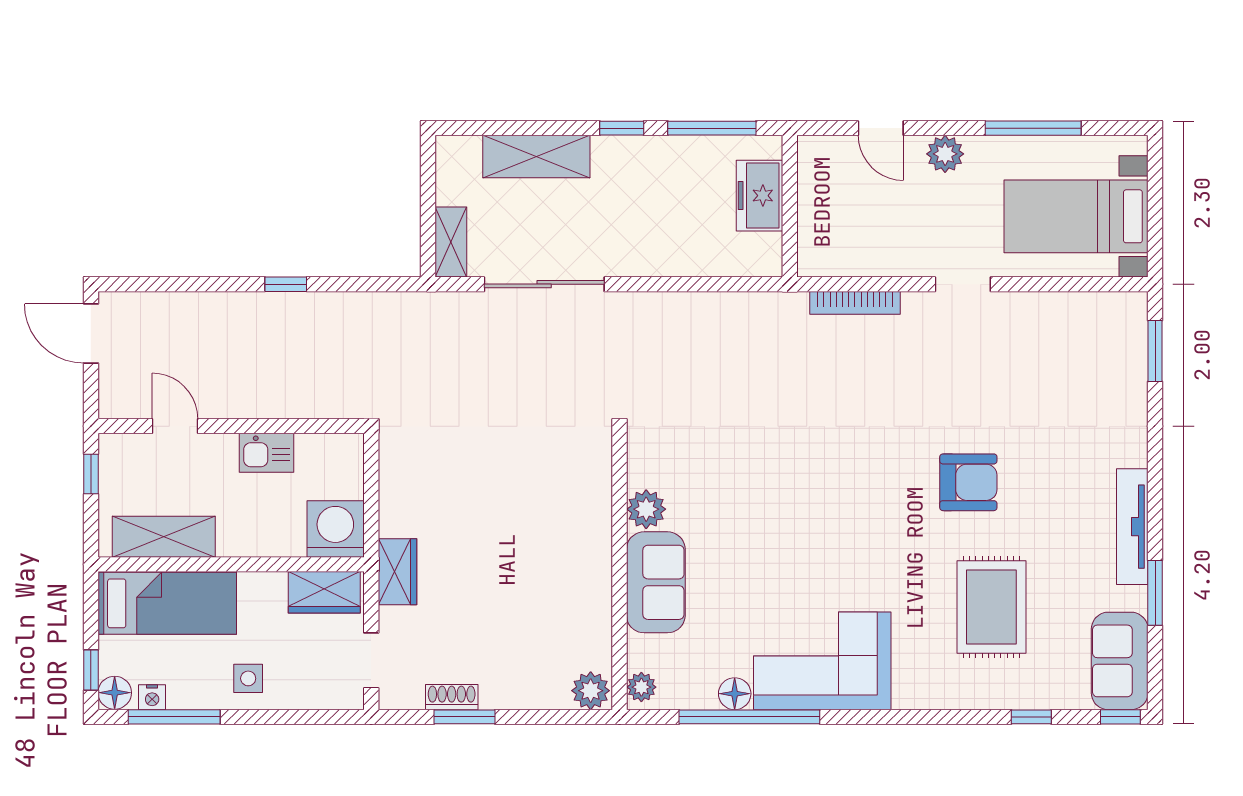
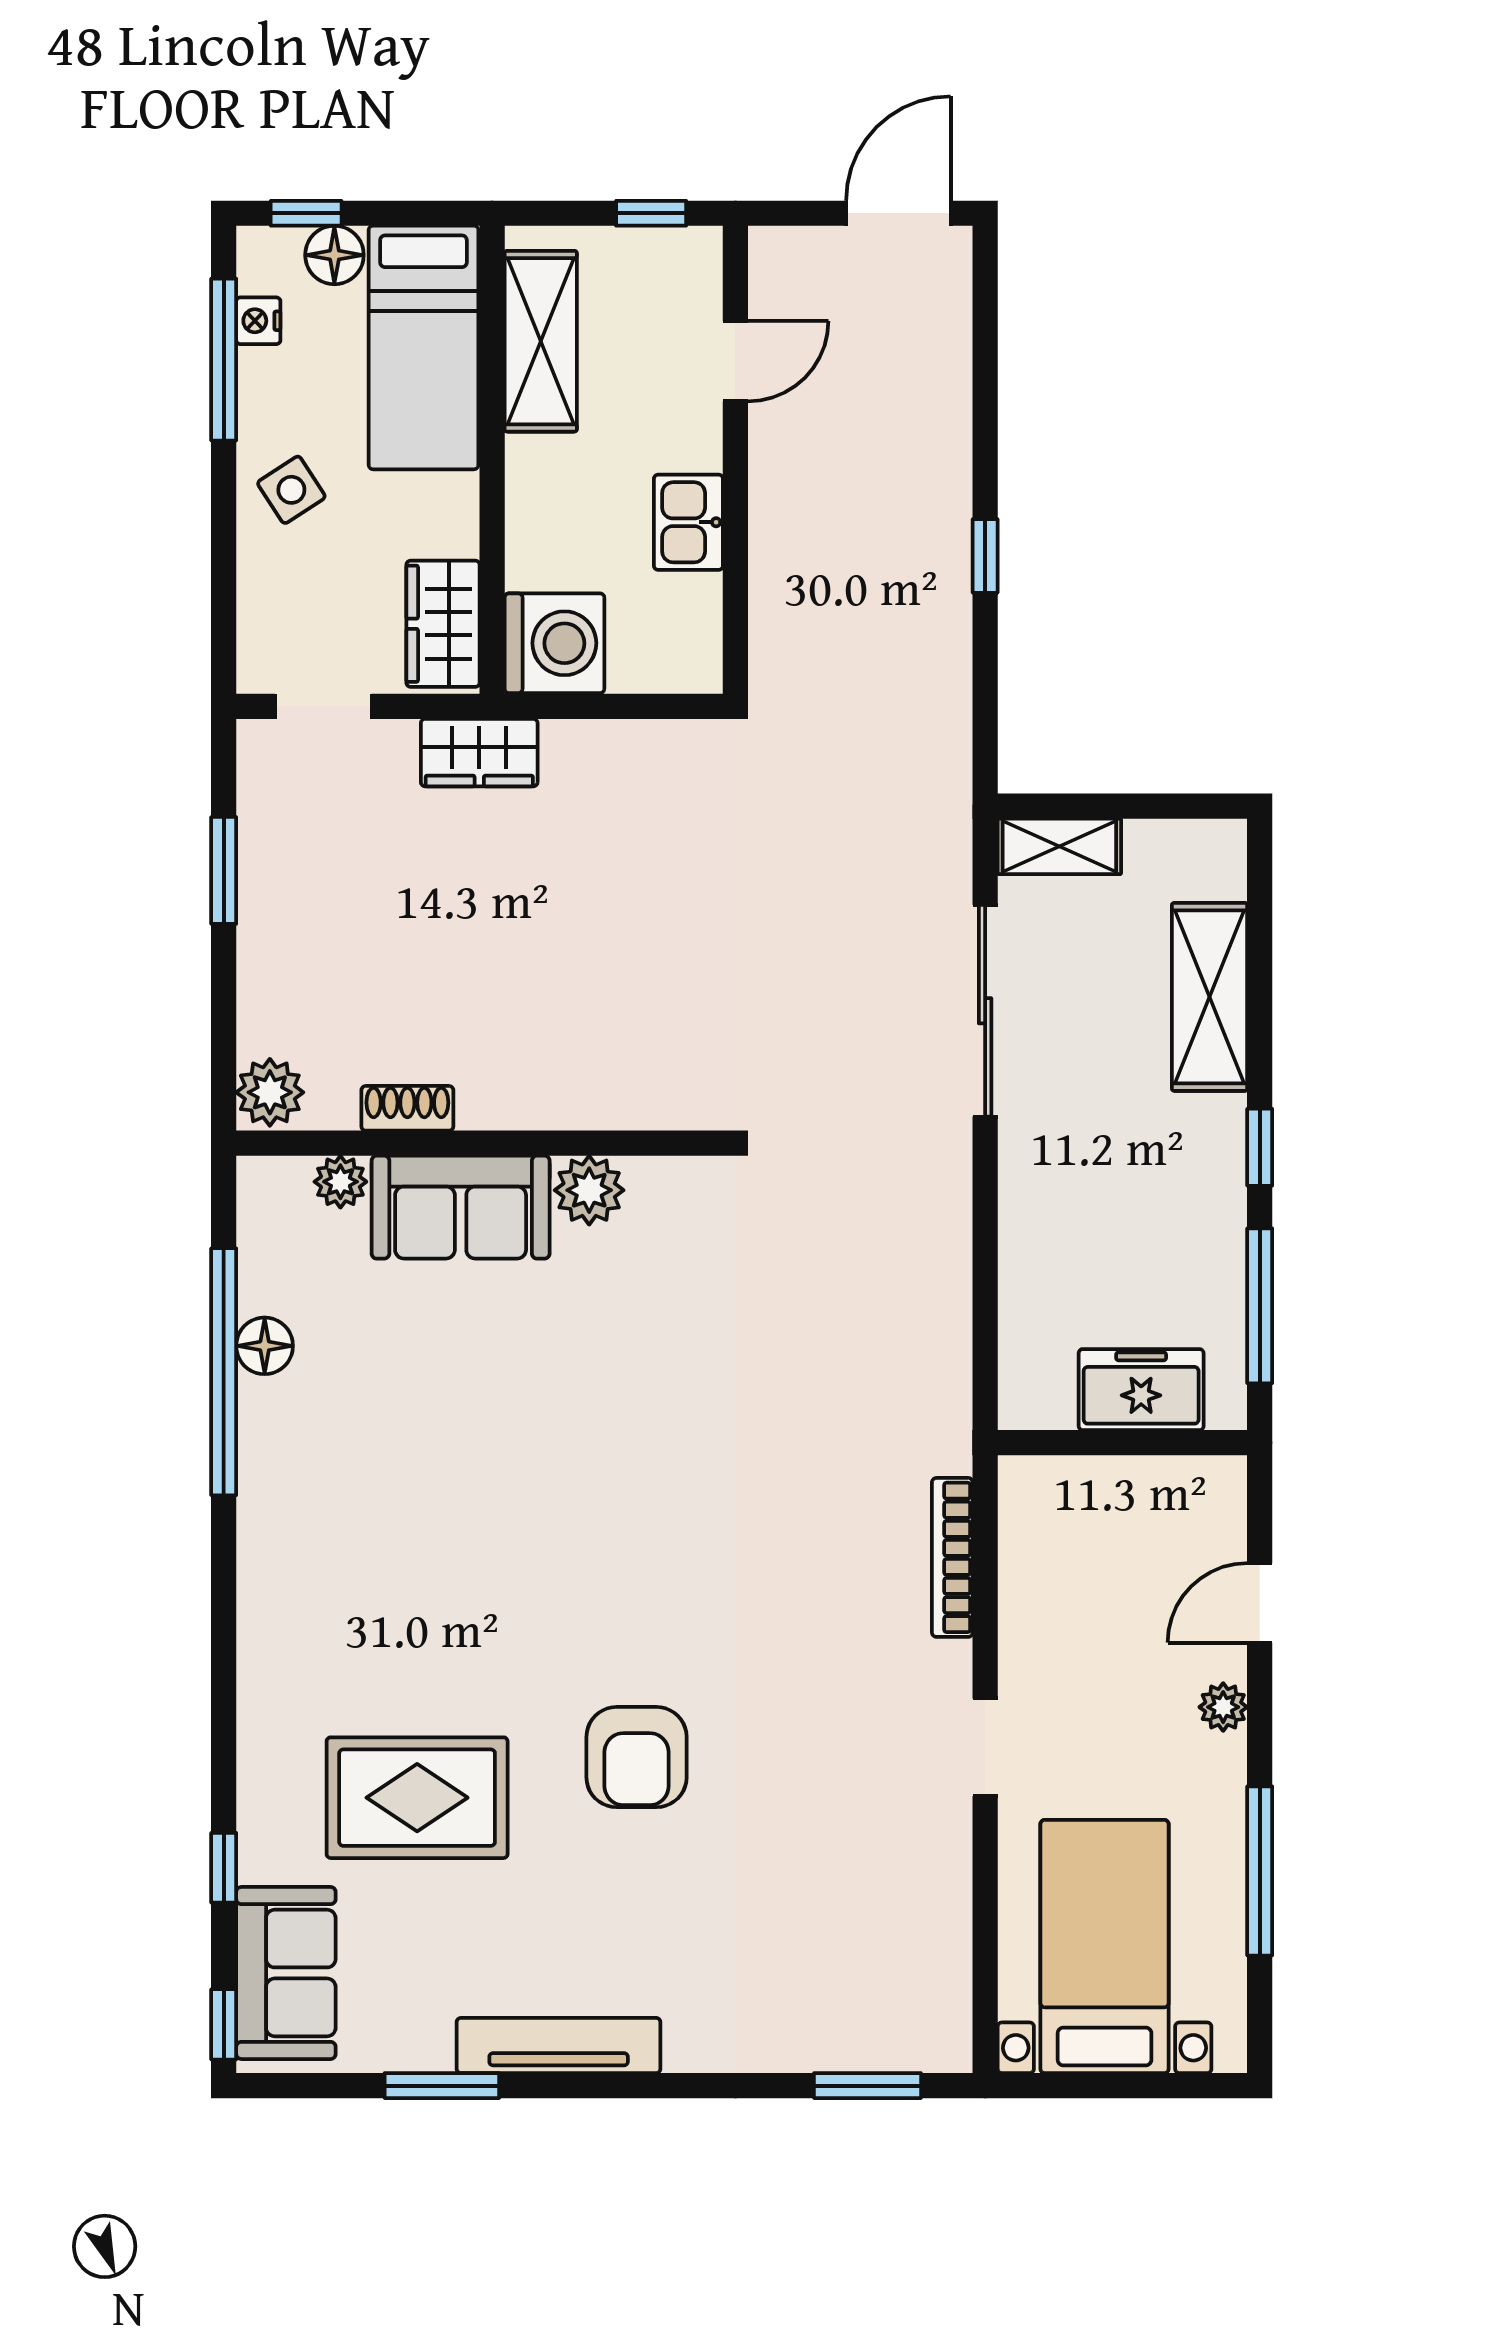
plant: (945, 154) -> (1223, 1707), width x0.73, depth x0.73
corner sofa: (822, 661) -> (322, 1500), removed
sofa: (1120, 661) -> (286, 1973), moved, turned 90
side table: (248, 678) -> (291, 490), turned -33
plant: (641, 687) -> (340, 1182), moved
floor lamp: (115, 693) -> (334, 255), moved
shoe rack: (452, 697) -> (407, 1108), moved, turned -90

